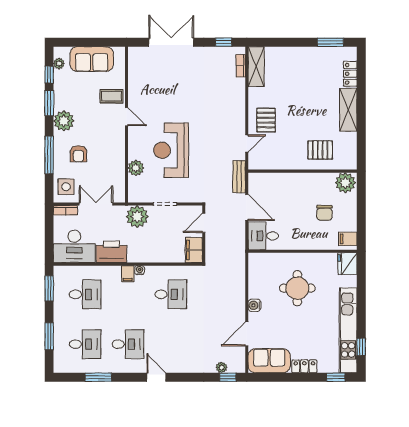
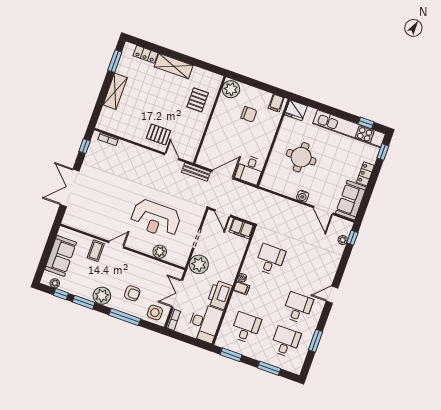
shelving: (256, 67) -> (115, 91), moved, turned 90

